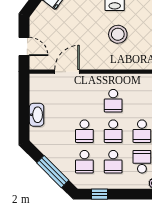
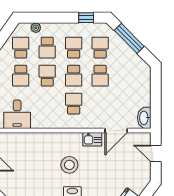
kitchen sink: (93, 62) -> (92, 139), added
washbasin: (37, 115) -> (144, 118), moved
school desk: (84, 131) -> (100, 76), turned 180
school desk: (113, 131) -> (74, 76), turned 180

